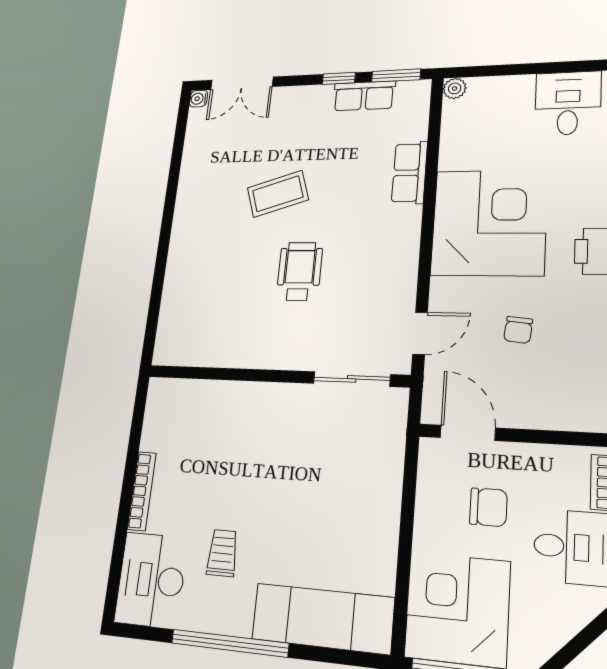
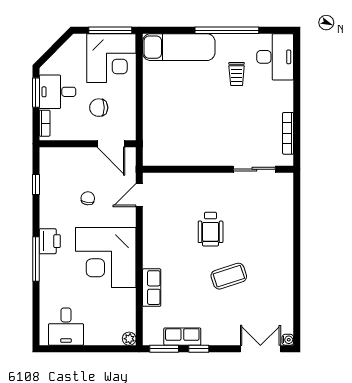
sliding door: (352, 379) -> (254, 169), moved
bookcase: (142, 491) -> (288, 133), moved

